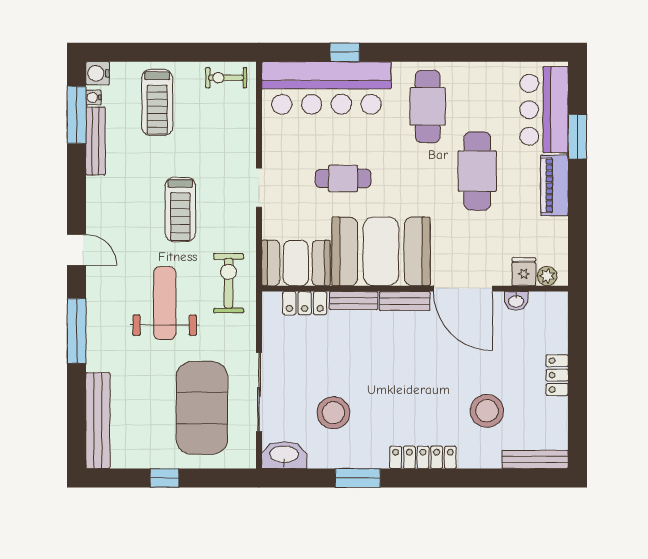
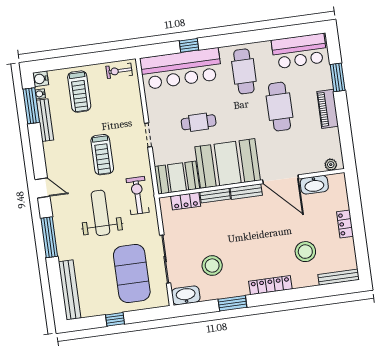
bar counter: (544, 110) -> (299, 51), moved, turned -90
fridge: (524, 272) -> (316, 164), removed
washbasin: (516, 301) -> (314, 185), width x1.91, depth x1.45

